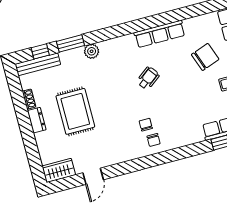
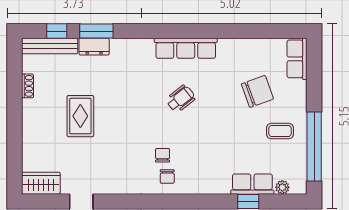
row of seats: (160, 34) -> (186, 48), moved
plant: (92, 51) -> (120, 48), removed
rug: (75, 111) -> (80, 116), width x0.73, depth x0.70
dresser: (37, 120) -> (94, 47), moved, turned 90

